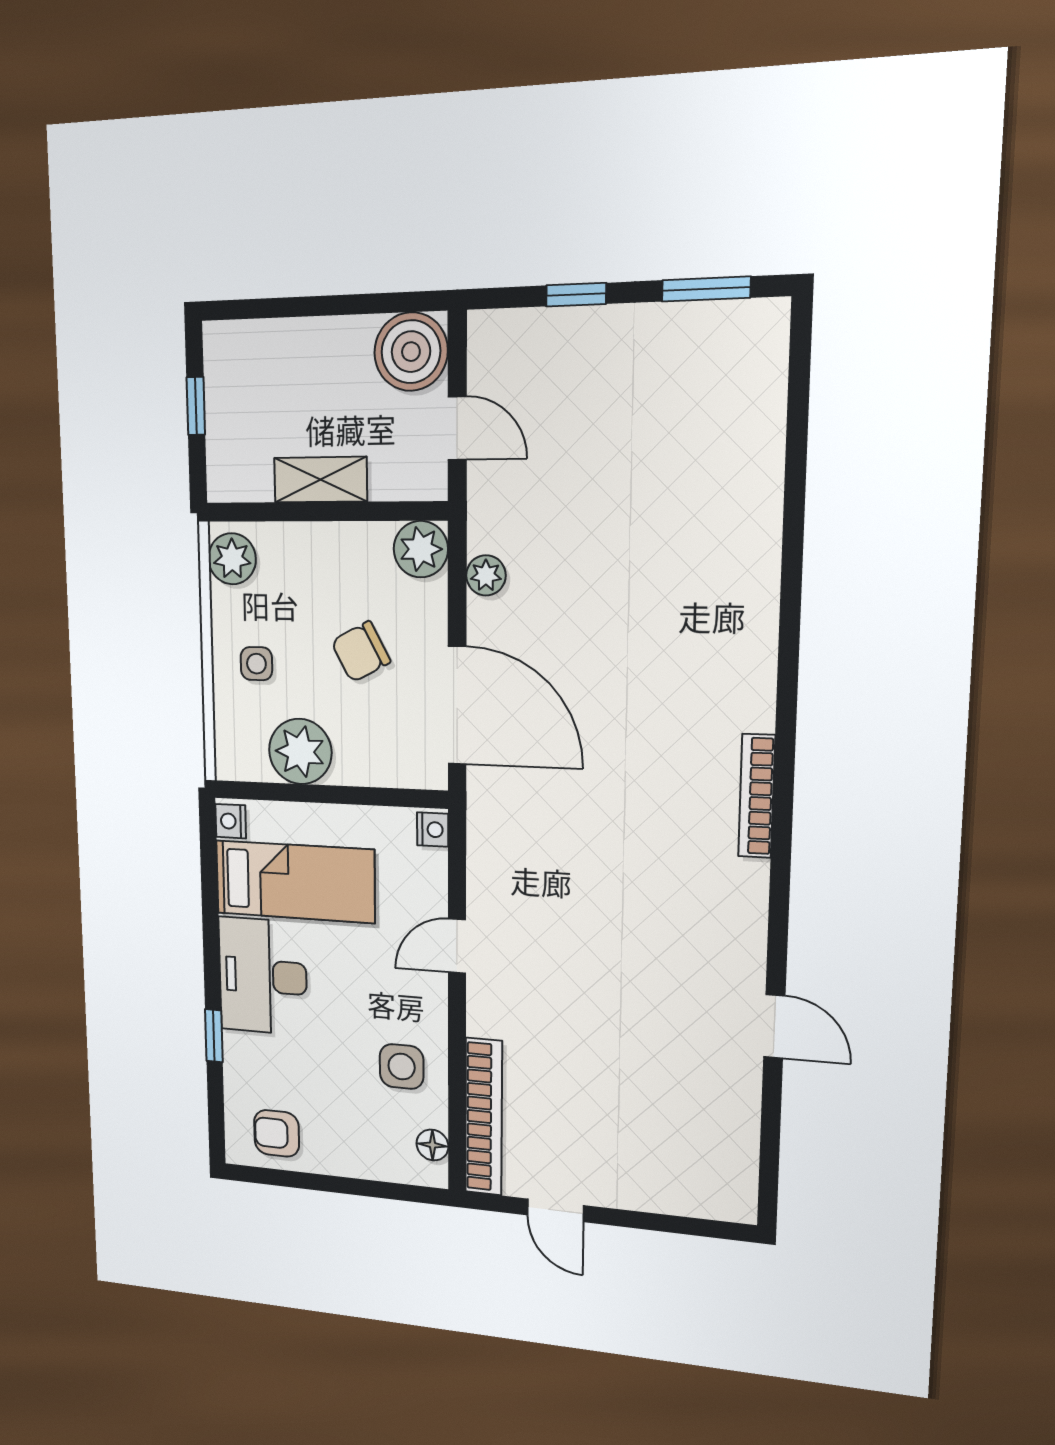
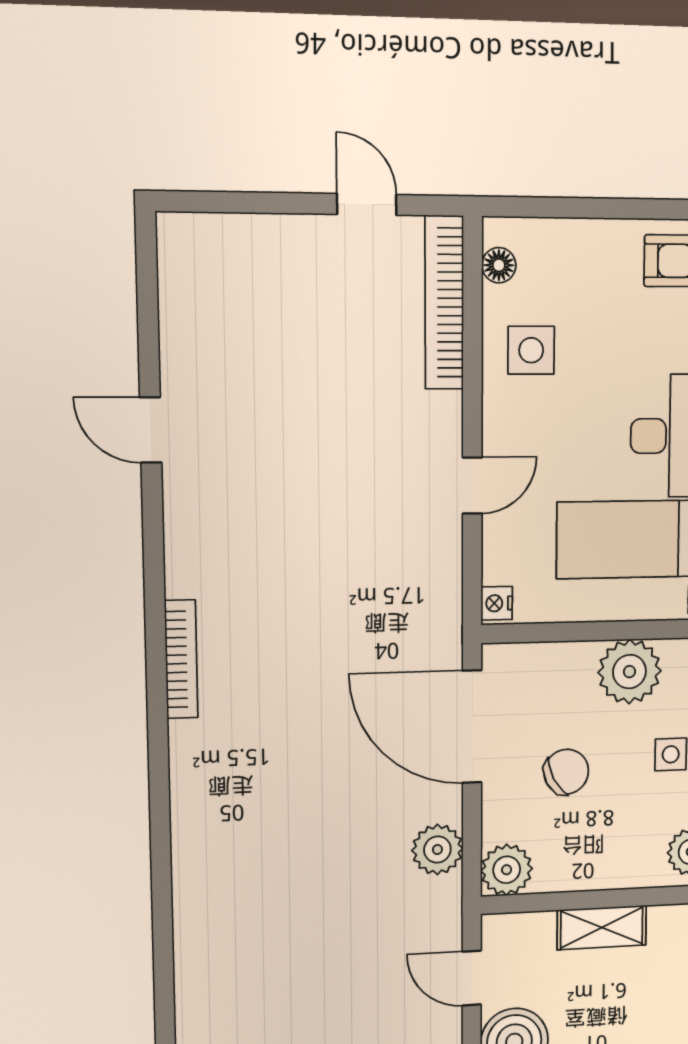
plant: (486, 575) -> (437, 850), width x1.38, depth x1.38

